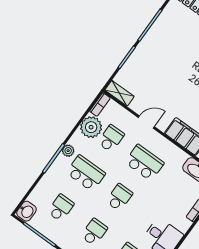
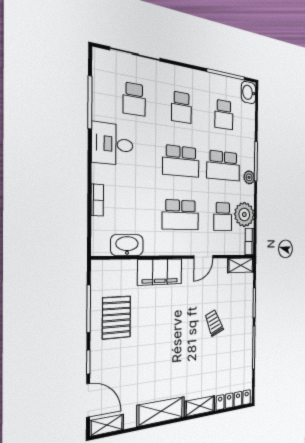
trolley: (170, 71) -> (214, 323), added
school desk: (119, 197) -> (181, 161), width x1.85

